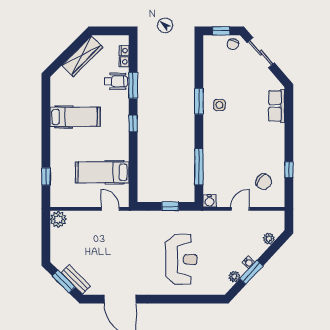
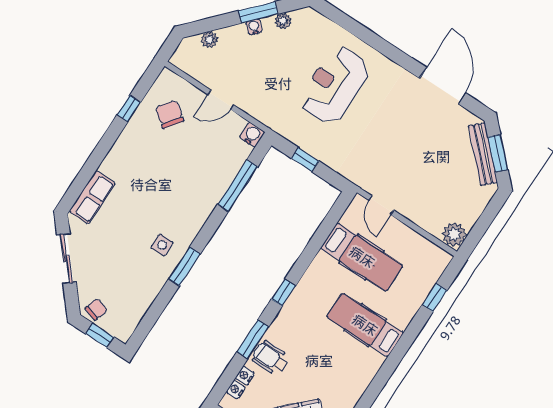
sliding door: (261, 53) -> (66, 259), moved
hospital bed: (75, 117) -> (365, 325), moved
bench: (76, 279) -> (483, 154), width x1.36

